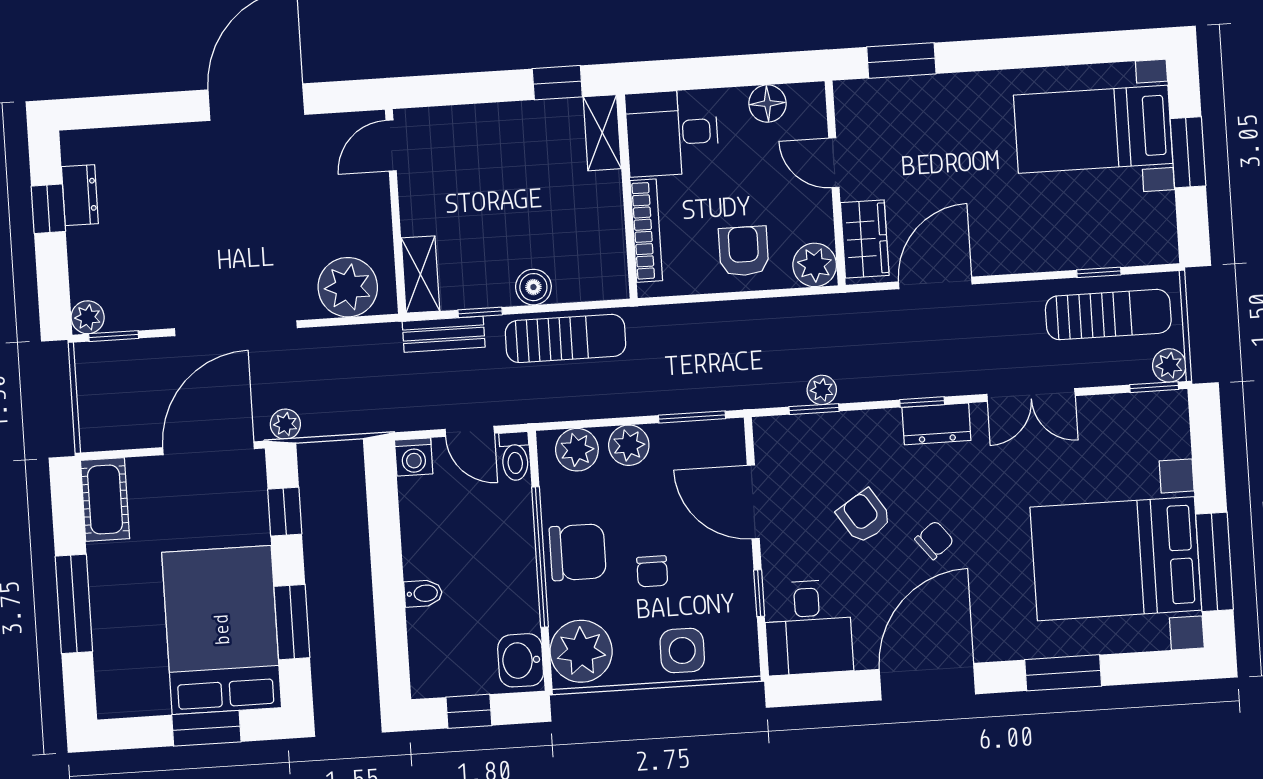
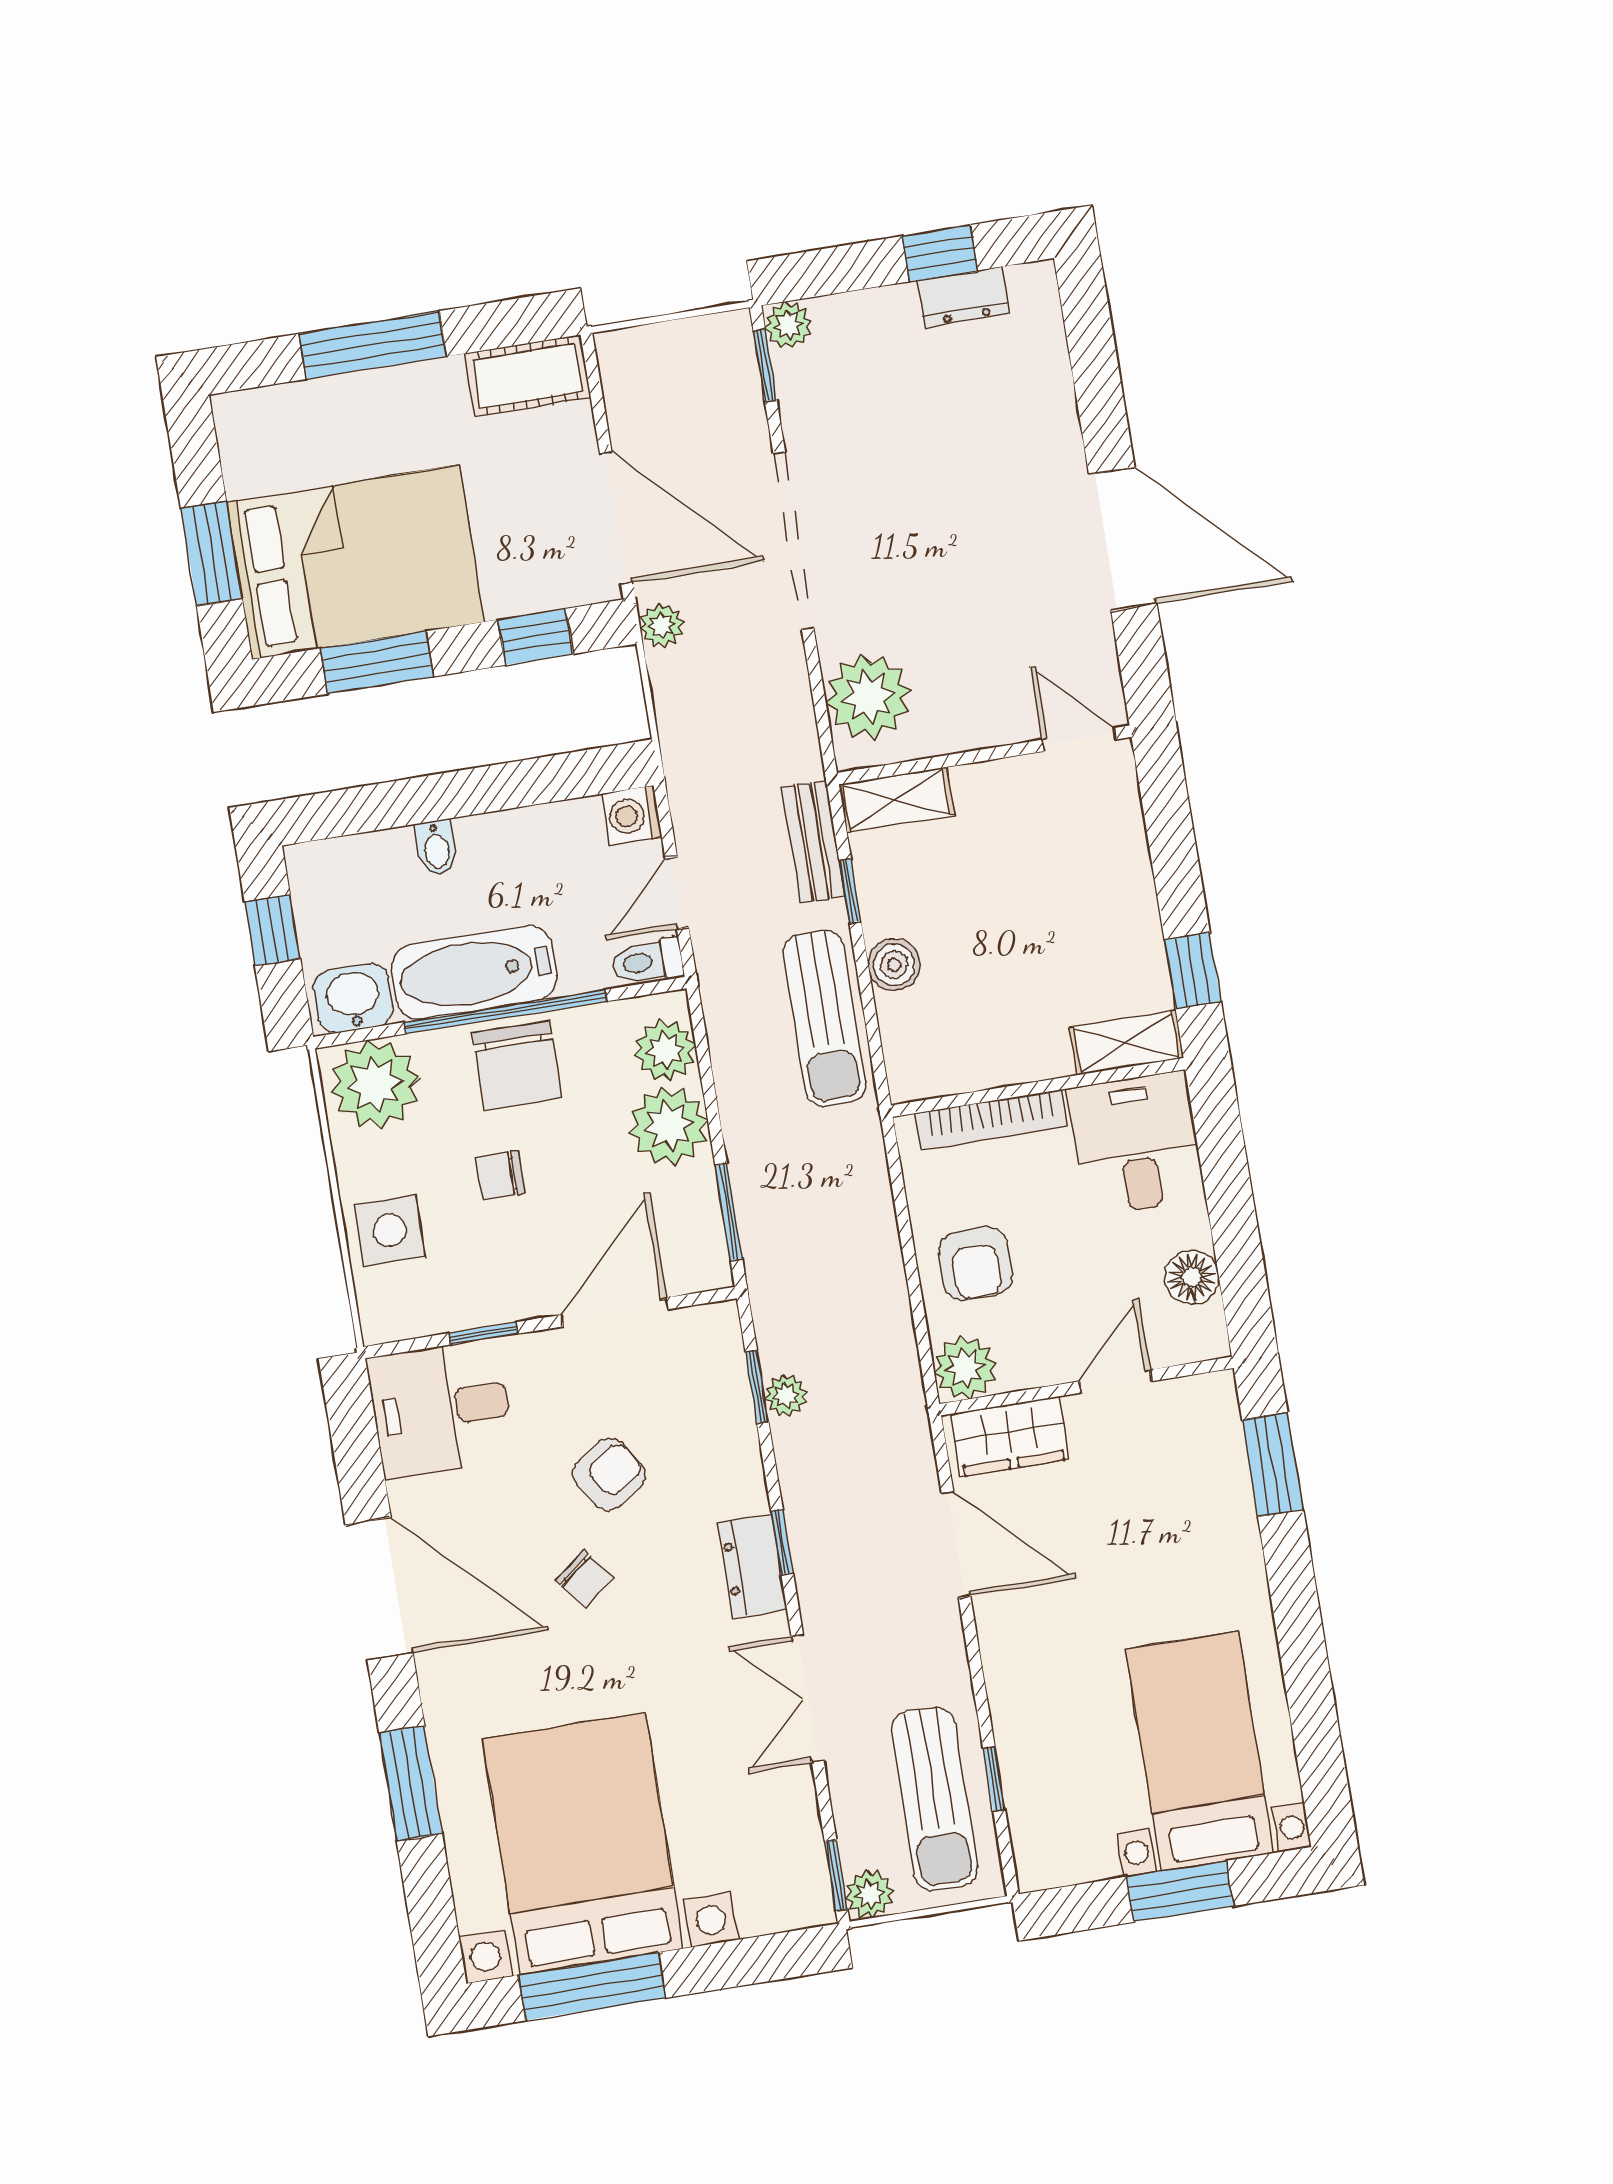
armchair: (744, 251) -> (975, 1263), turned 90
plant: (629, 445) -> (669, 1126), width x1.36, depth x1.36
bathtub: (511, 576) -> (474, 972), added

